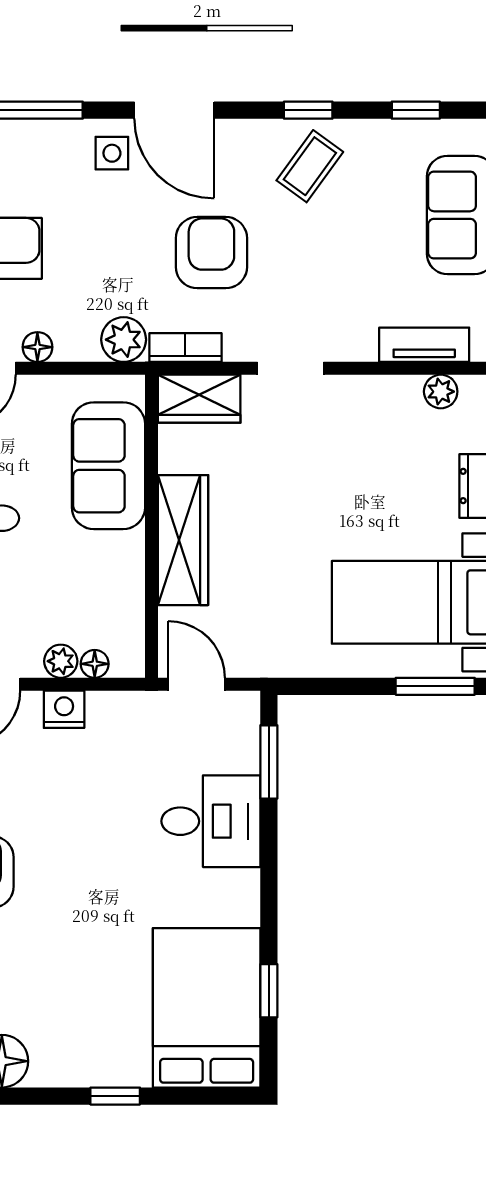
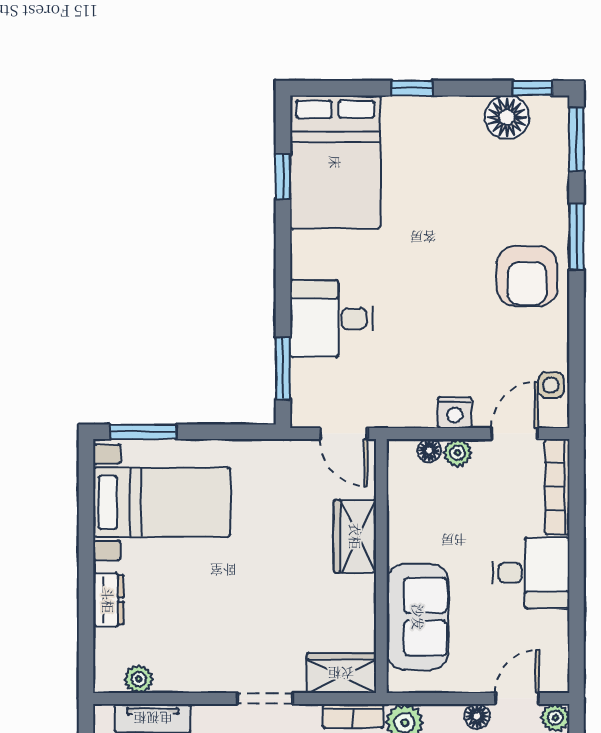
wardrobe: (183, 540) -> (355, 536), width x0.67

